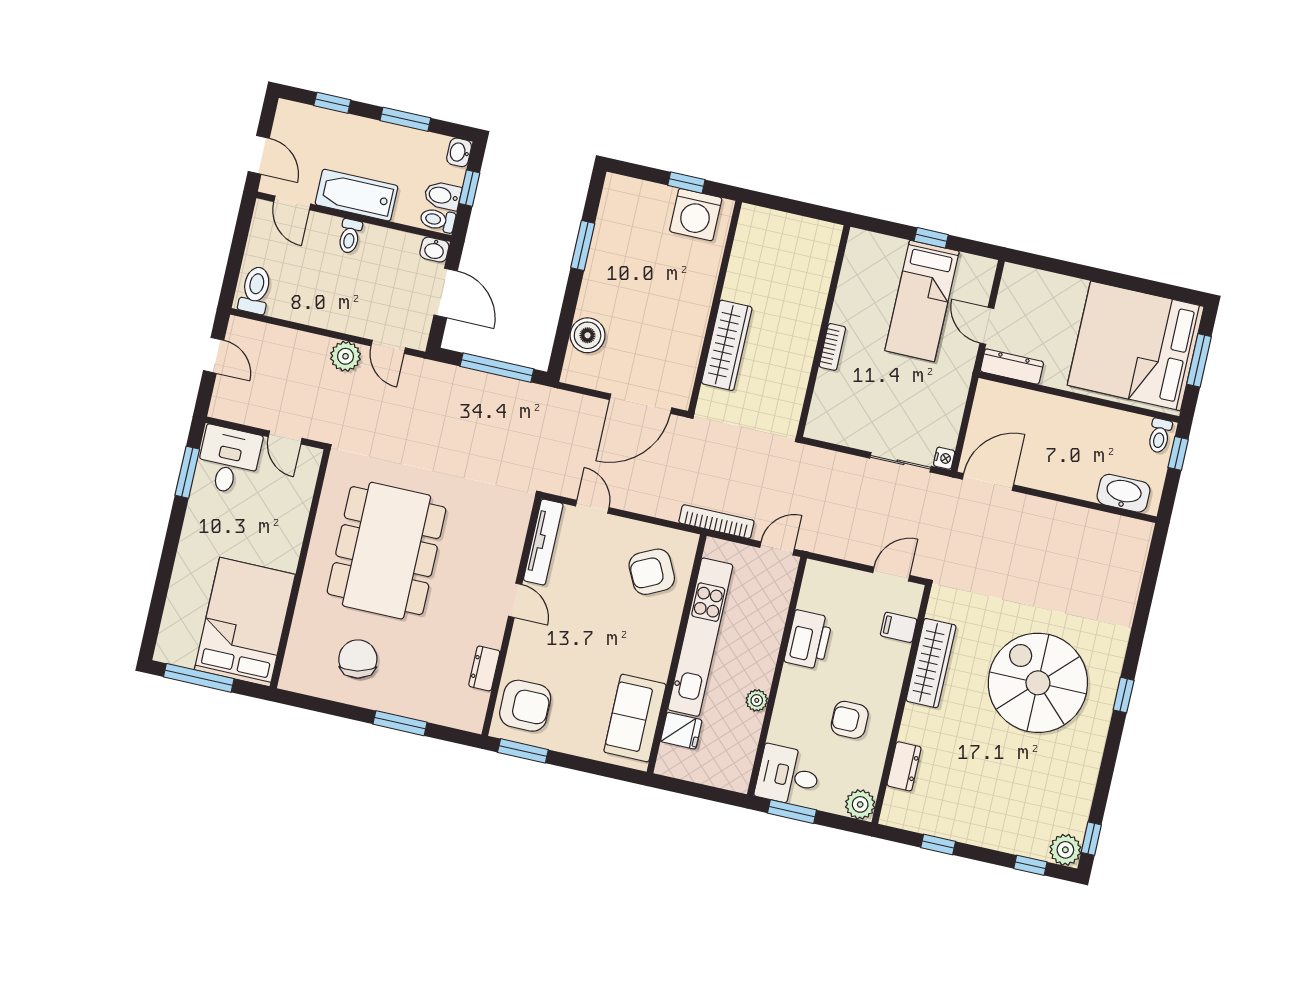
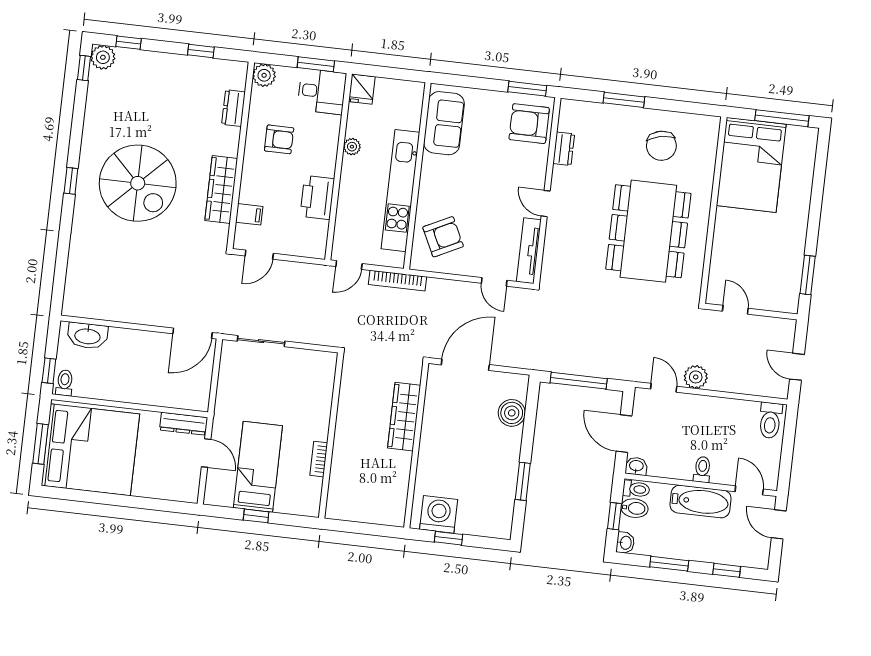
bookcase: (832, 347) -> (319, 459), moved
nightstand: (944, 458) -> (228, 348), removed
desk: (229, 460) -> (777, 288), removed
fridge: (681, 731) -> (362, 89), moved, turned -90

